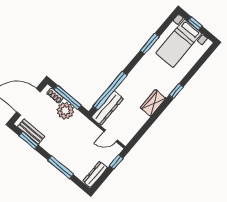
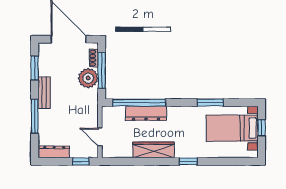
wardrobe: (153, 103) -> (154, 150), width x1.50
dresser: (107, 108) -> (146, 113), moved
bench: (31, 132) -> (44, 93), moved

